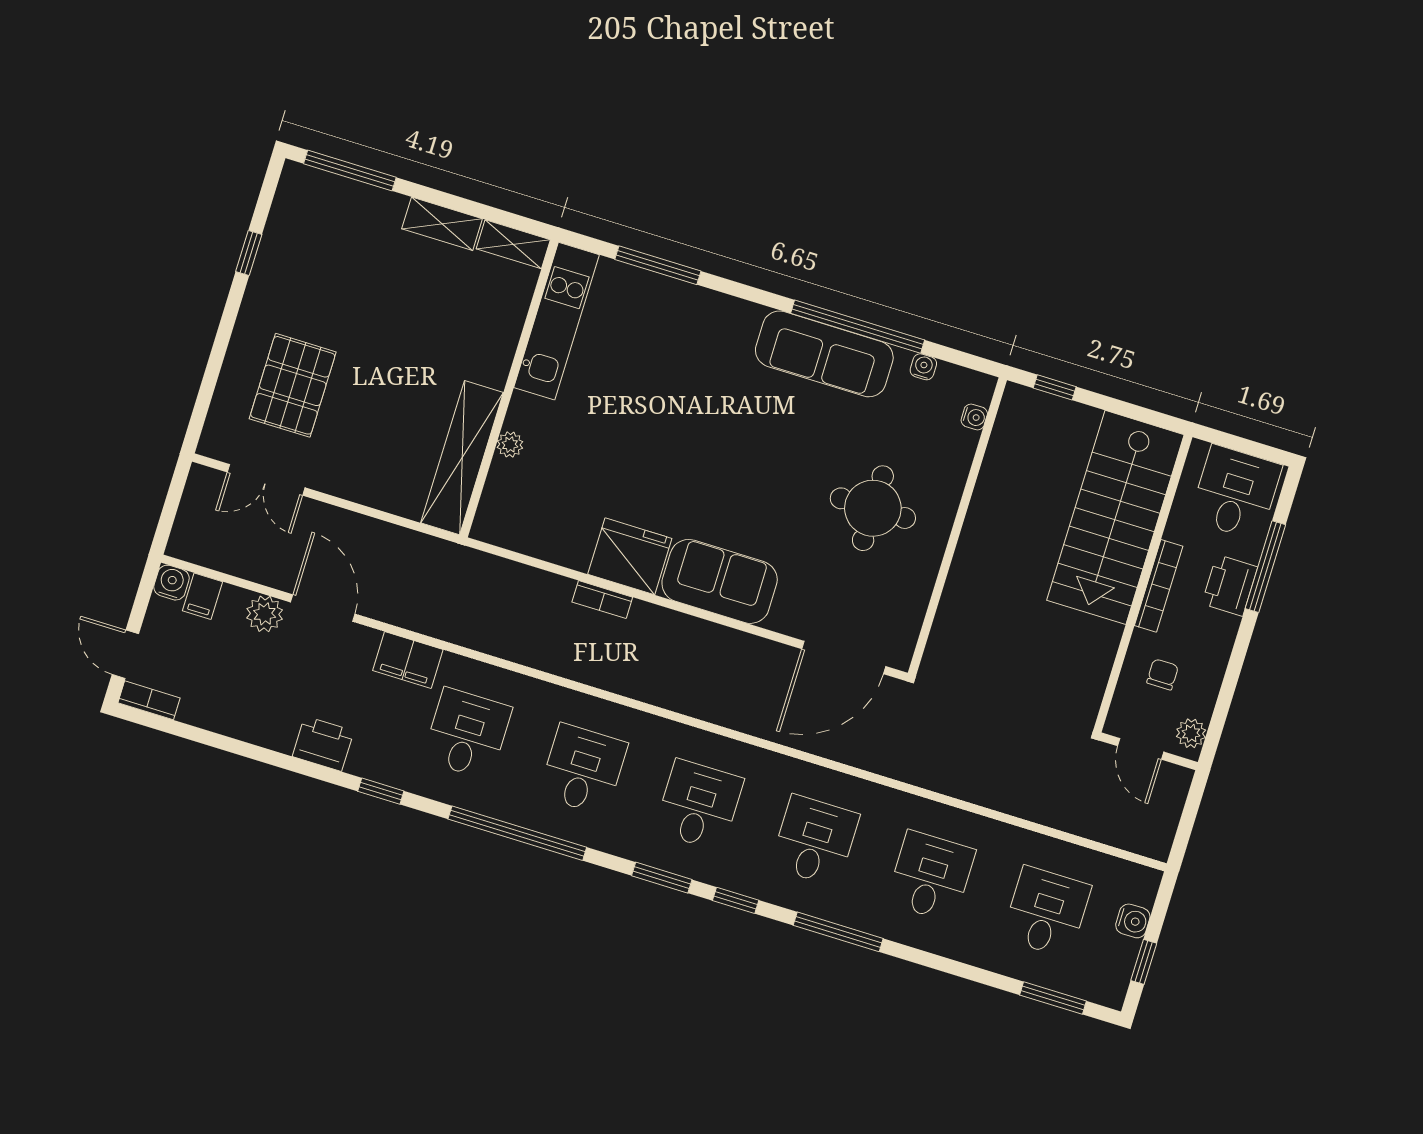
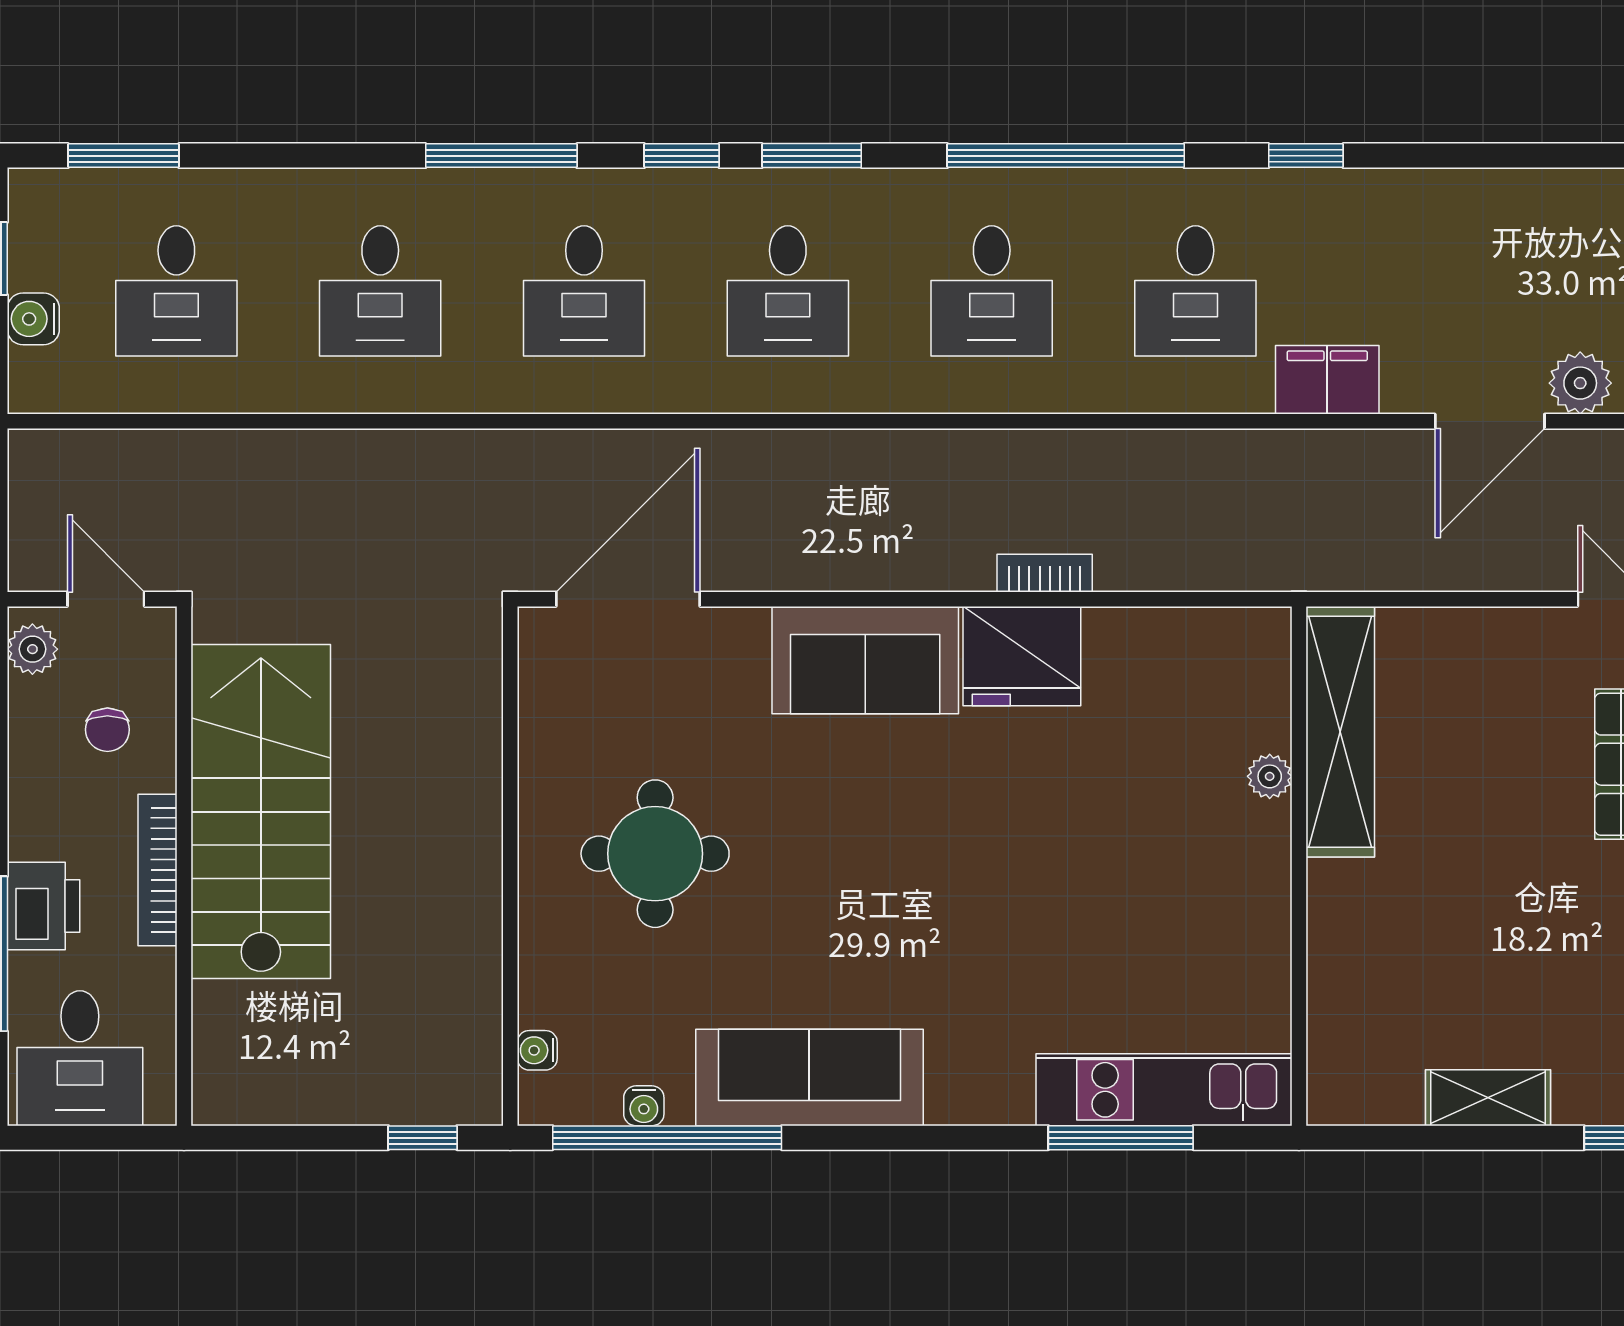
shelving: (513, 244) -> (1363, 1100), removed
kitchen unit: (557, 321) -> (1164, 1090), moved, turned 90
window: (858, 327) -> (667, 1138), moved
stairs: (1115, 517) -> (261, 812), moved
door: (323, 608) -> (1490, 421), hinge flipped
printer: (323, 744) -> (1422, 203), removed

